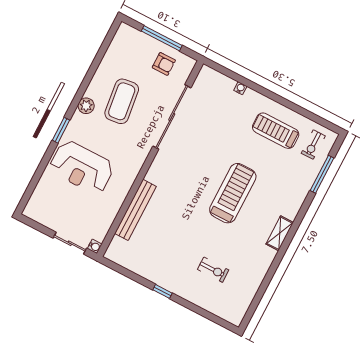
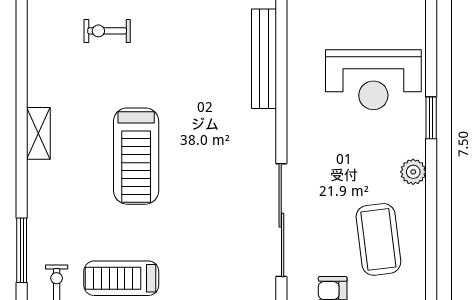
coffee table: (122, 101) -> (378, 239), moved
treadmill: (276, 131) -> (121, 278), turned 180
reception desk: (82, 167) -> (373, 80), turned 180

